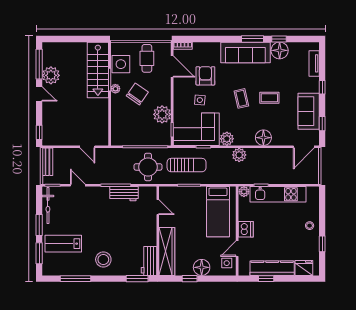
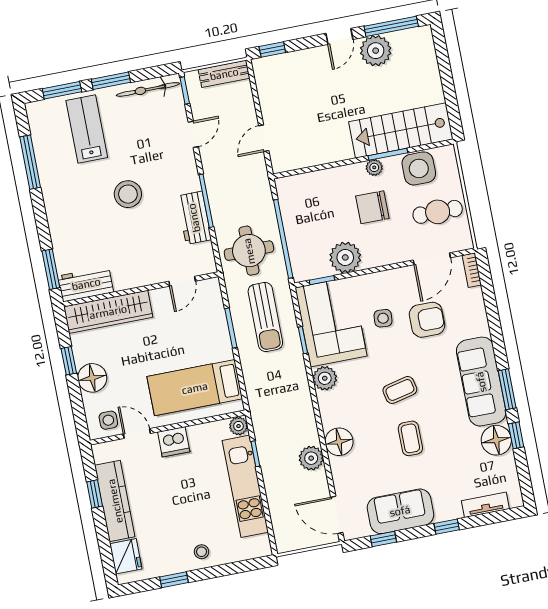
chair: (137, 94) -> (372, 207), turned 145
plant: (239, 155) -> (311, 458), moved
stool: (103, 259) -> (128, 194), moved

